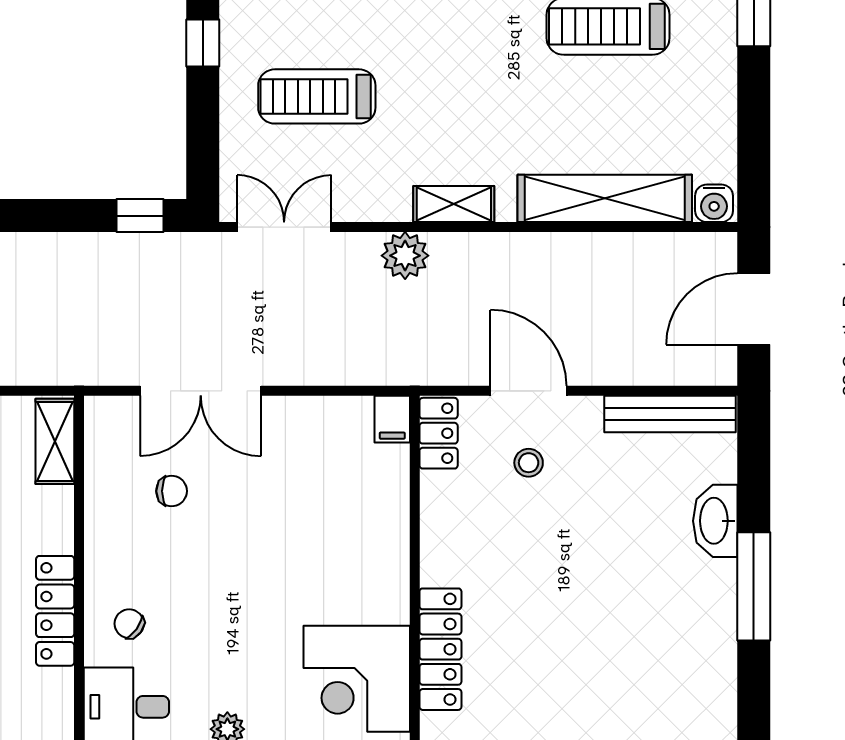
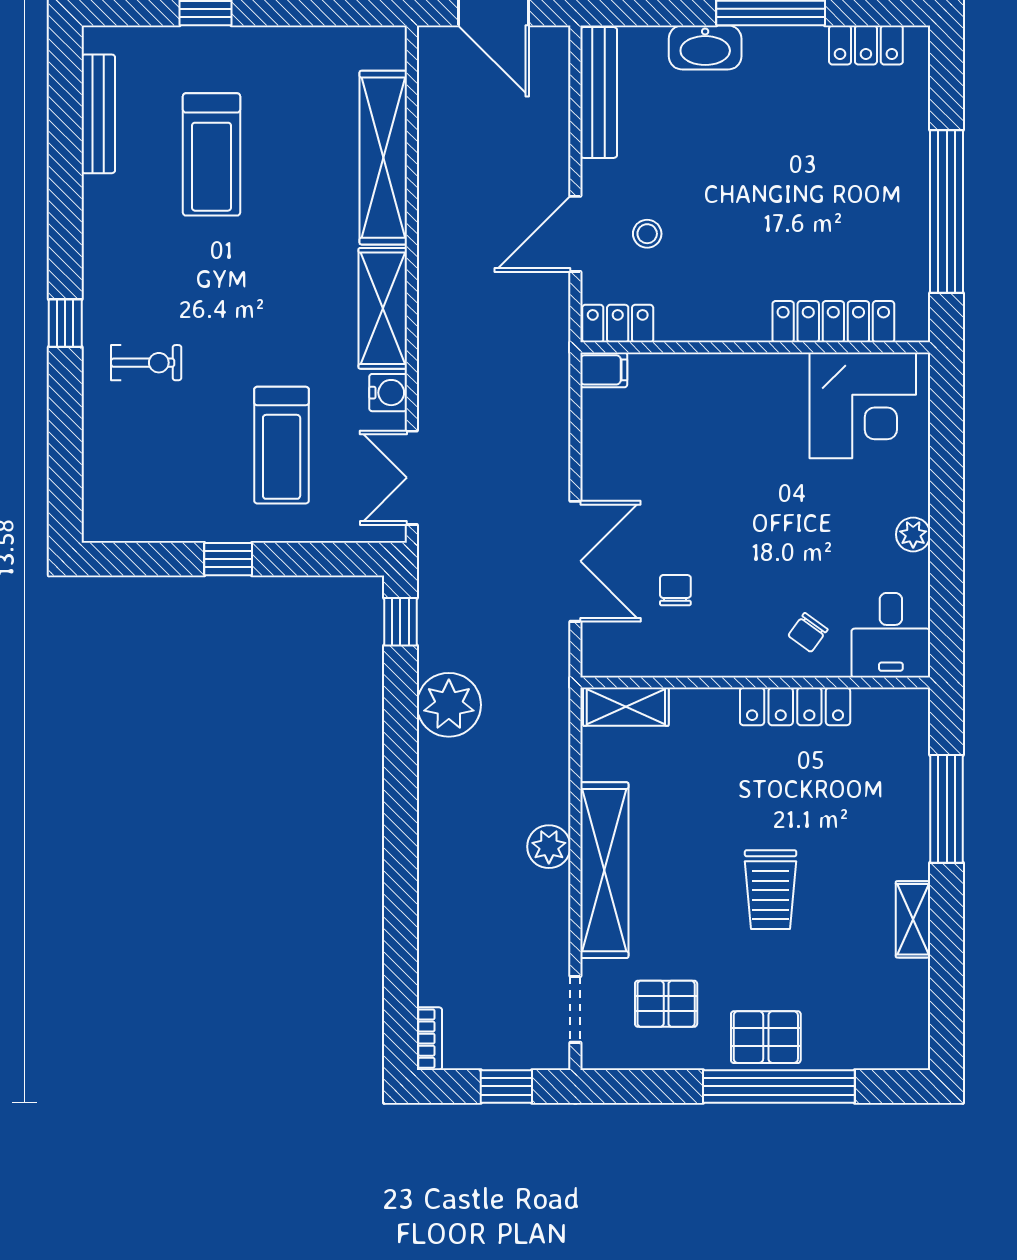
water cooler: (714, 203) -> (388, 393), moved
shelving: (454, 204) -> (383, 308), width x1.50, depth x1.33
plant: (405, 256) -> (449, 705), moved, width x1.36, depth x1.36
locker: (718, 682) -> (866, 45), added

